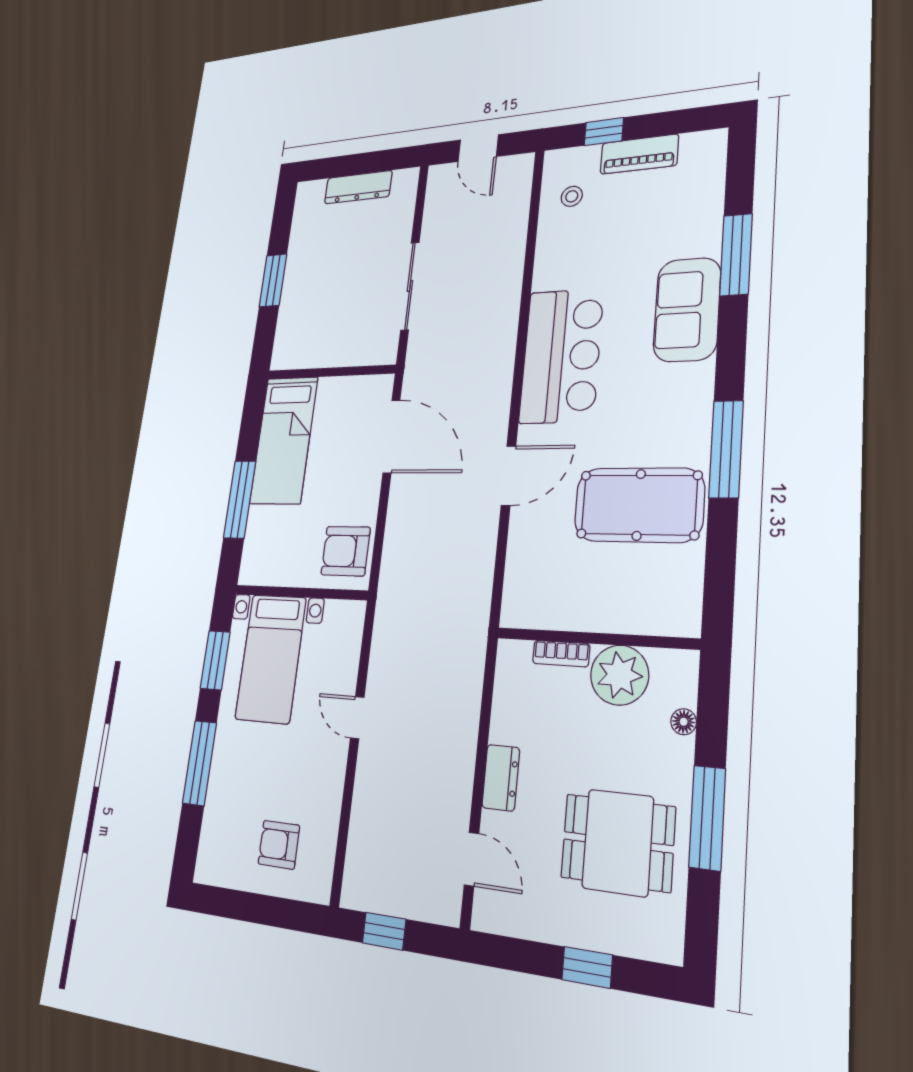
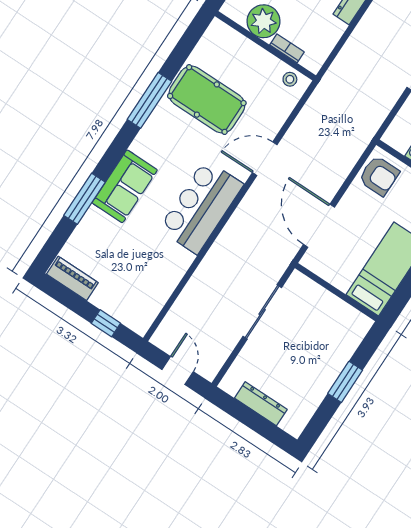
piano: (639, 154) -> (72, 278), moved
stool: (572, 196) -> (290, 79), moved

